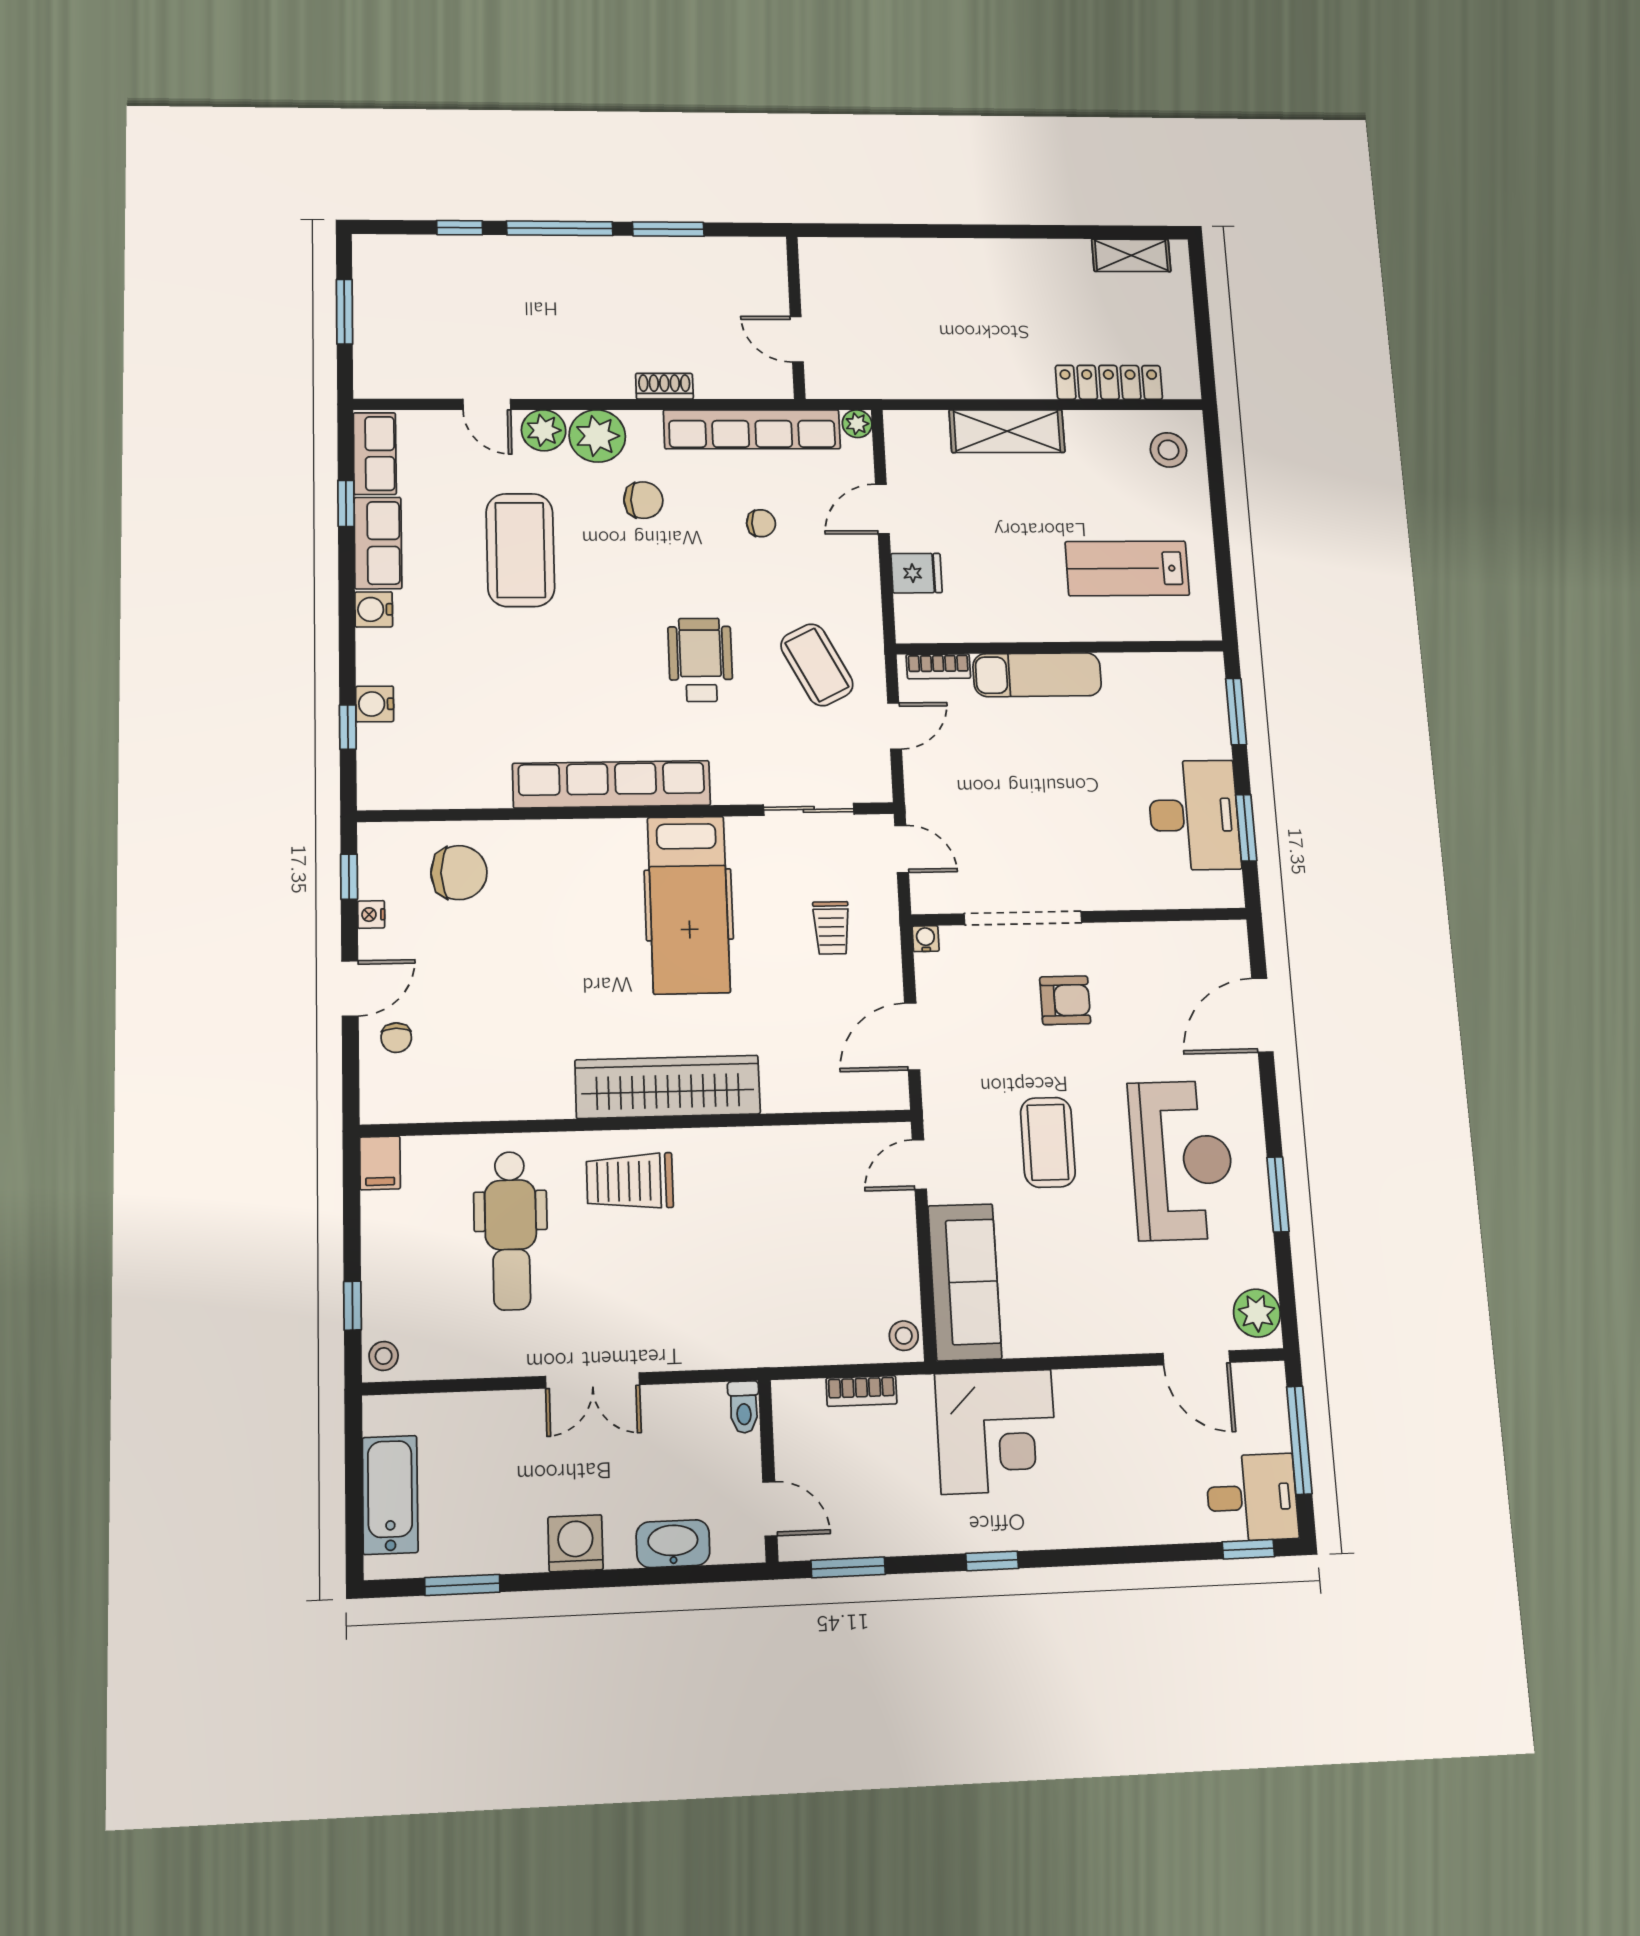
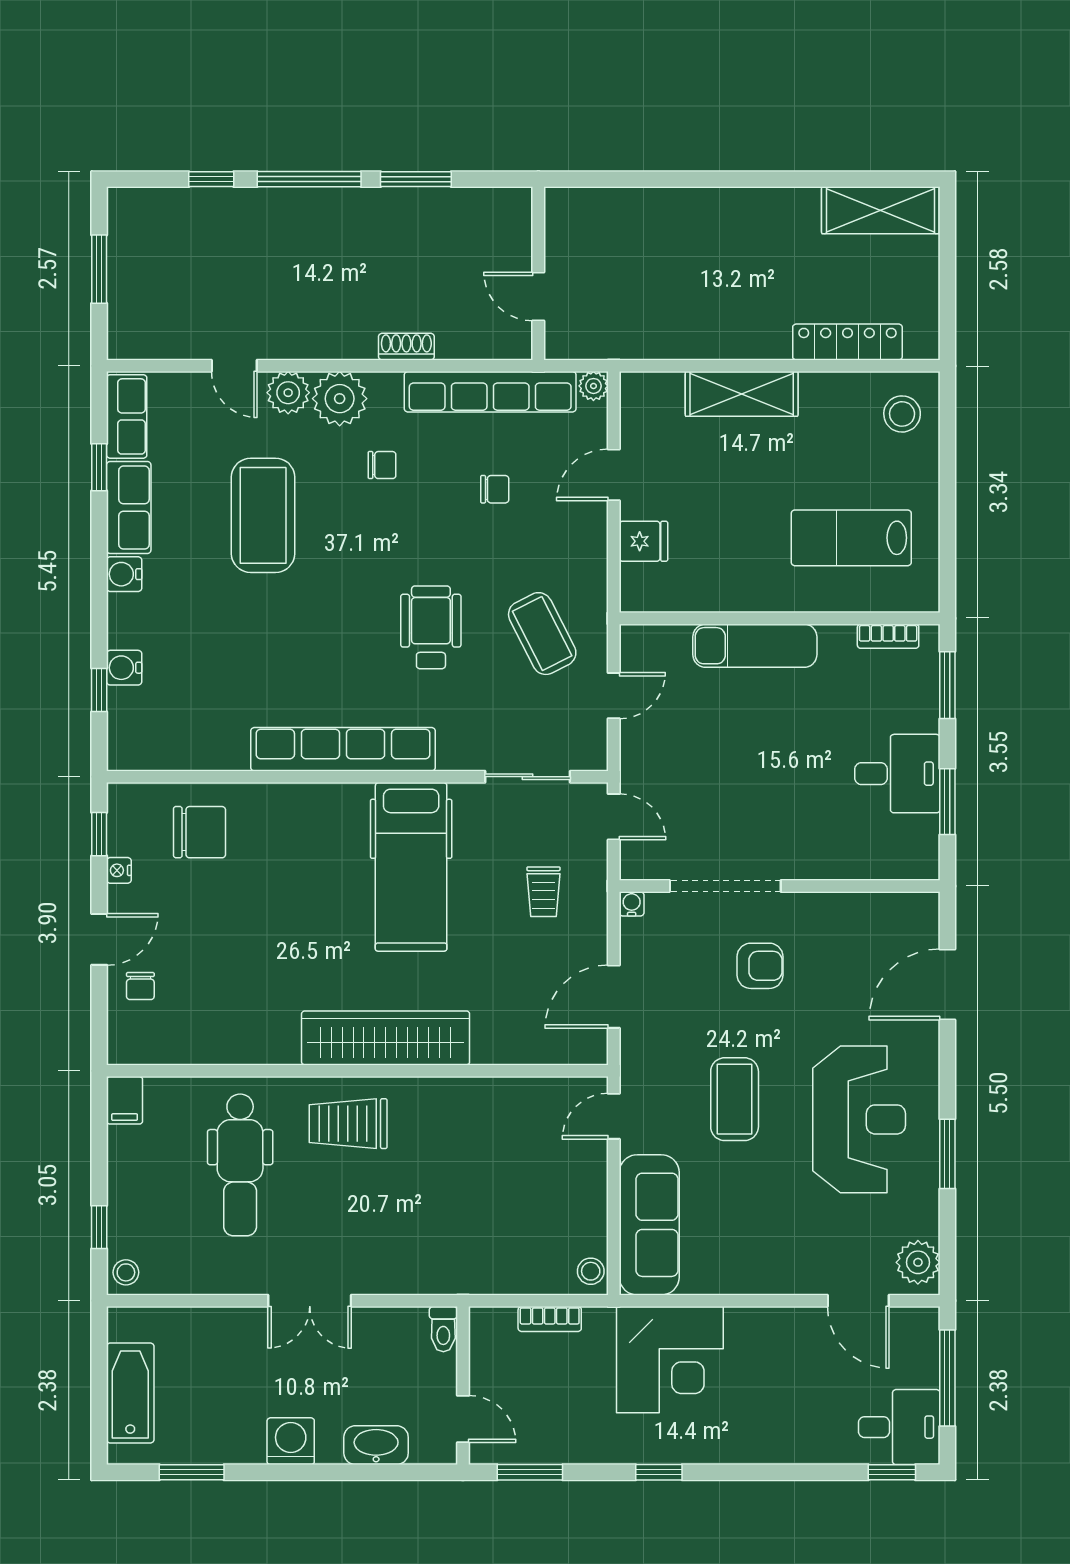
shelving: (1131, 255) -> (880, 210), width x1.50, depth x1.33
chair: (643, 500) -> (382, 465), width x0.73, depth x0.73
bookcase: (938, 666) -> (888, 636), moved
desk: (1194, 815) -> (897, 774), width x0.73

